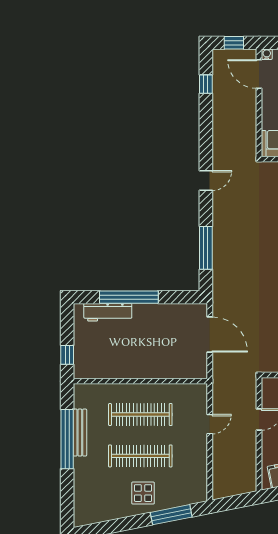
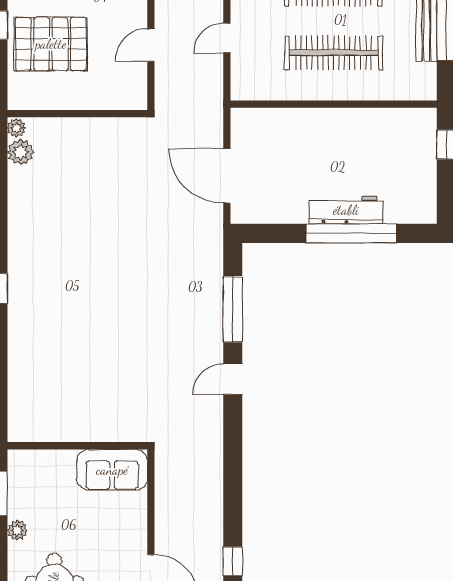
door: (206, 181) -> (233, 379), moved
workbench: (108, 312) -> (346, 210), moved

